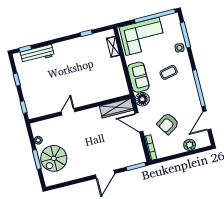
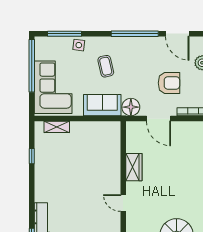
wardrobe: (117, 108) -> (134, 167), moved, width x0.67
door: (139, 122) -> (159, 119), hinge flipped
armchair: (168, 124) -> (169, 83), turned -57

